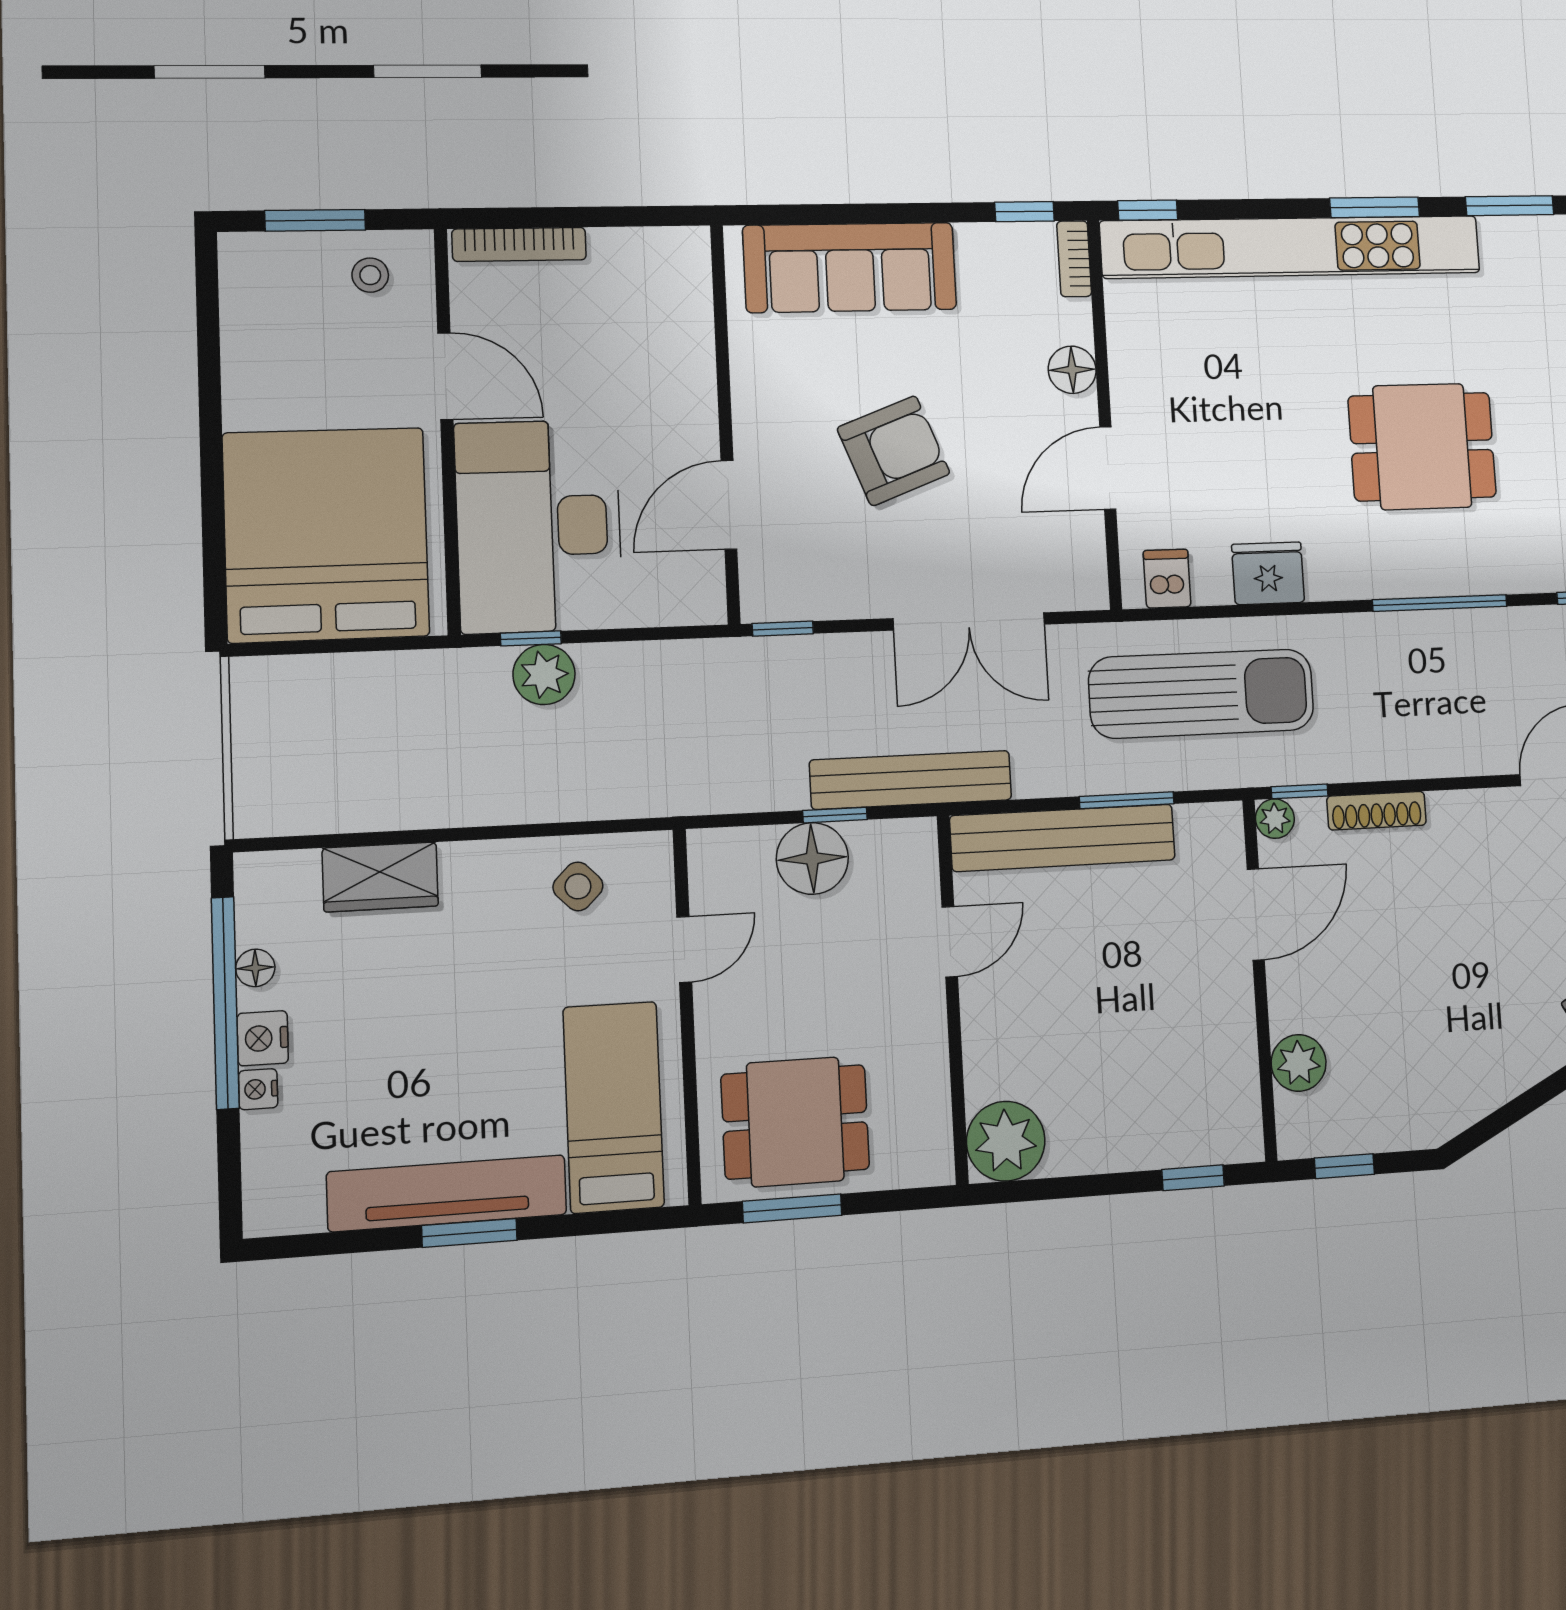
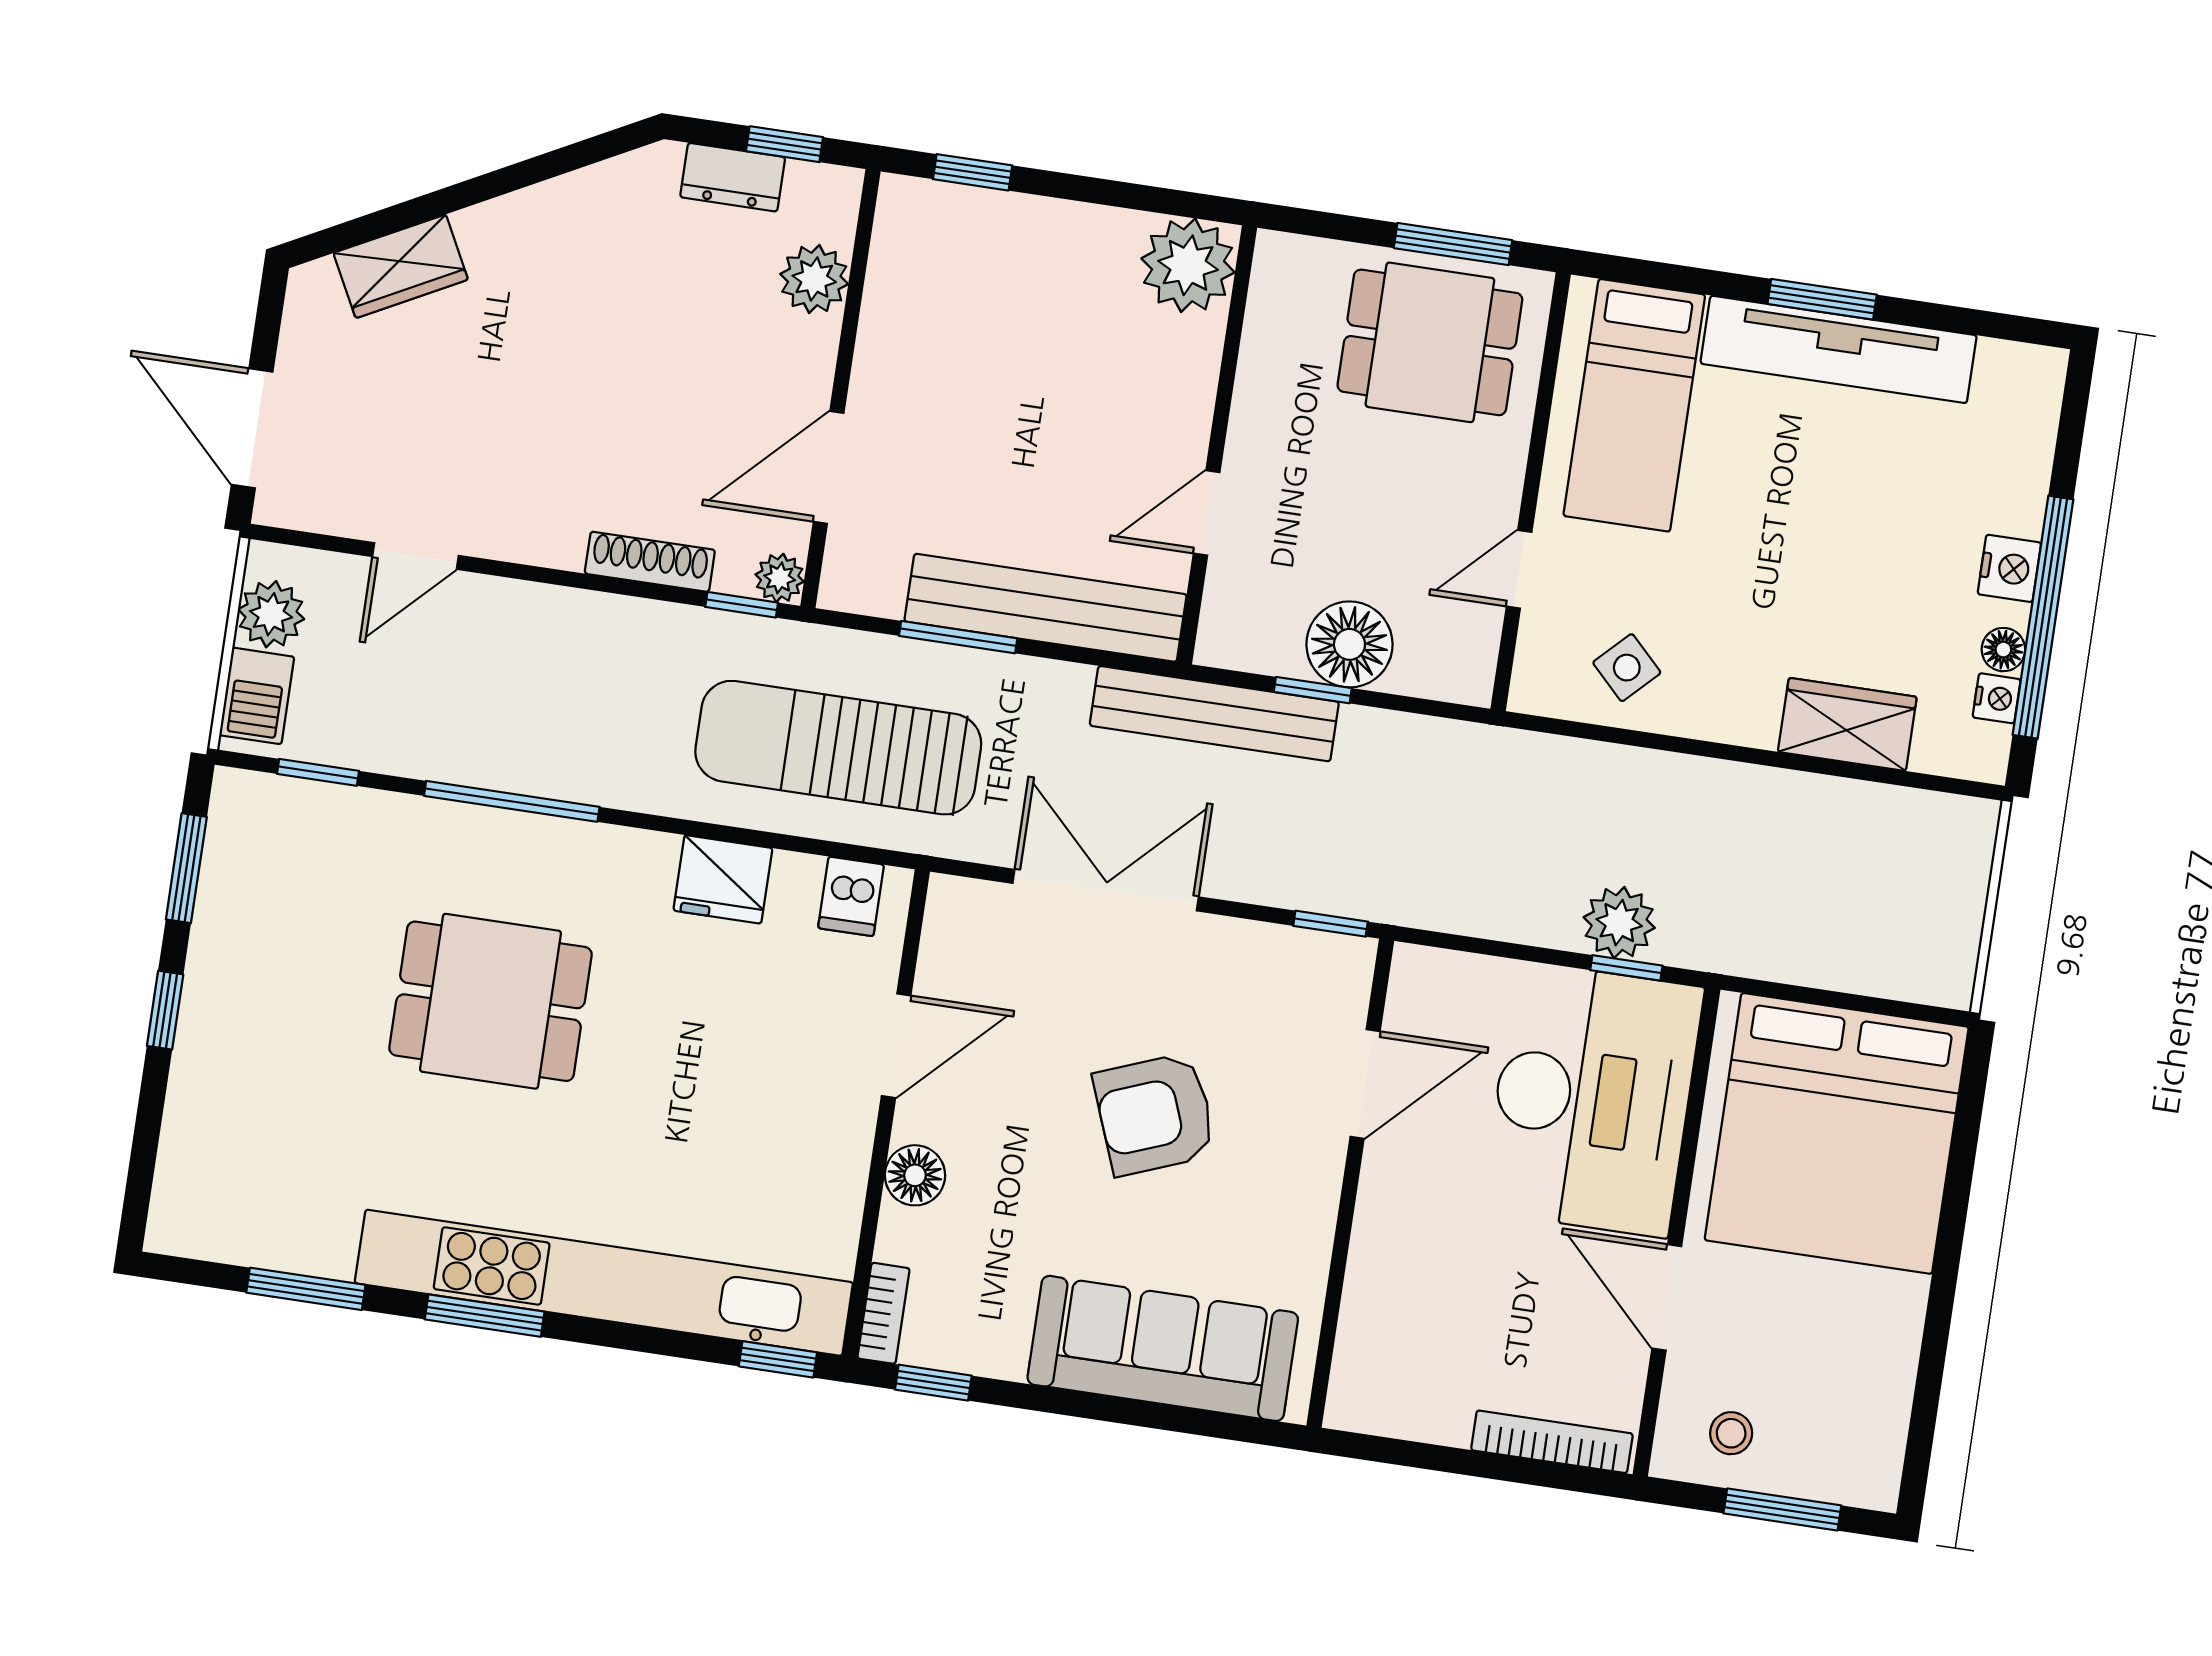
nightstand: (258, 1089) -> (1997, 698), moved
dresser: (1379, 1130) -> (733, 177), added

